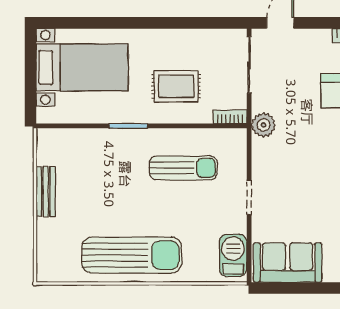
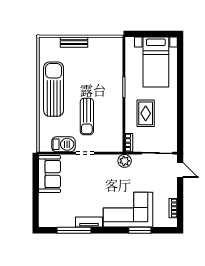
sun lounger: (183, 168) -> (87, 117), moved
bench: (46, 192) -> (74, 42), moved
sun lounger: (132, 255) -> (54, 89), turned 180
barbecue: (233, 255) -> (63, 144), moved

